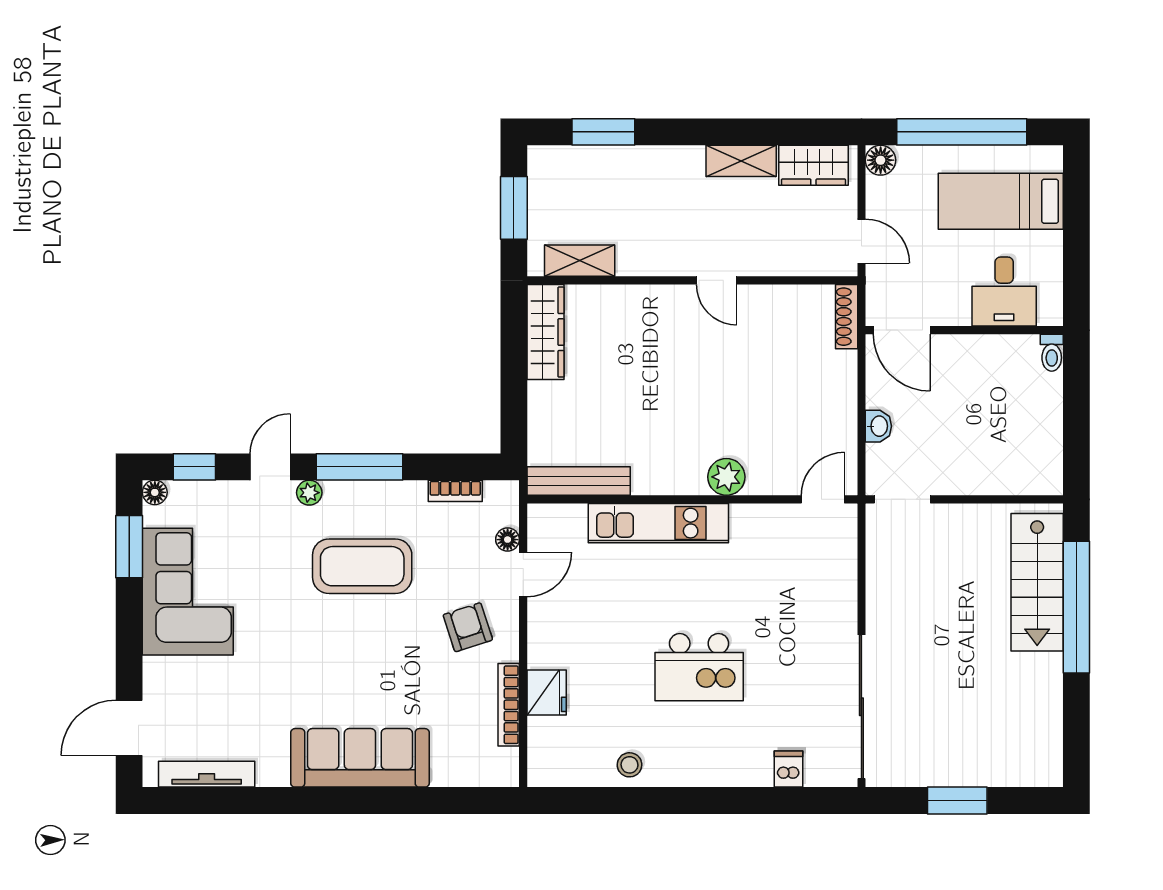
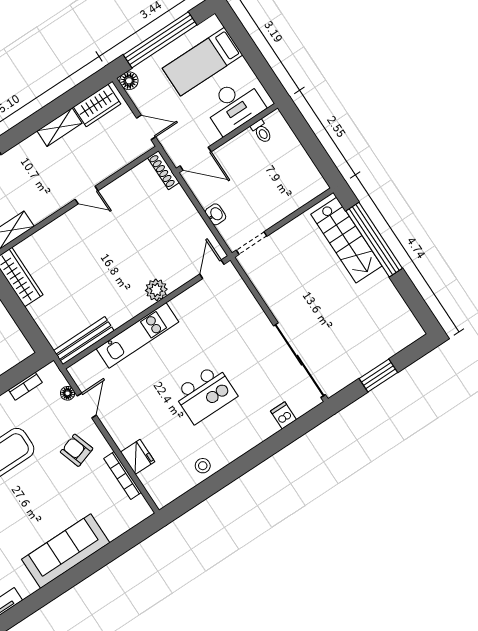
desk: (1004, 292) -> (234, 106), width x1.37
toilet: (1052, 353) -> (261, 131), moved

